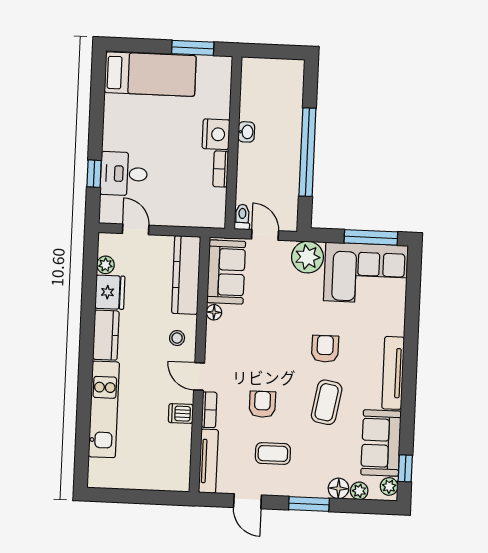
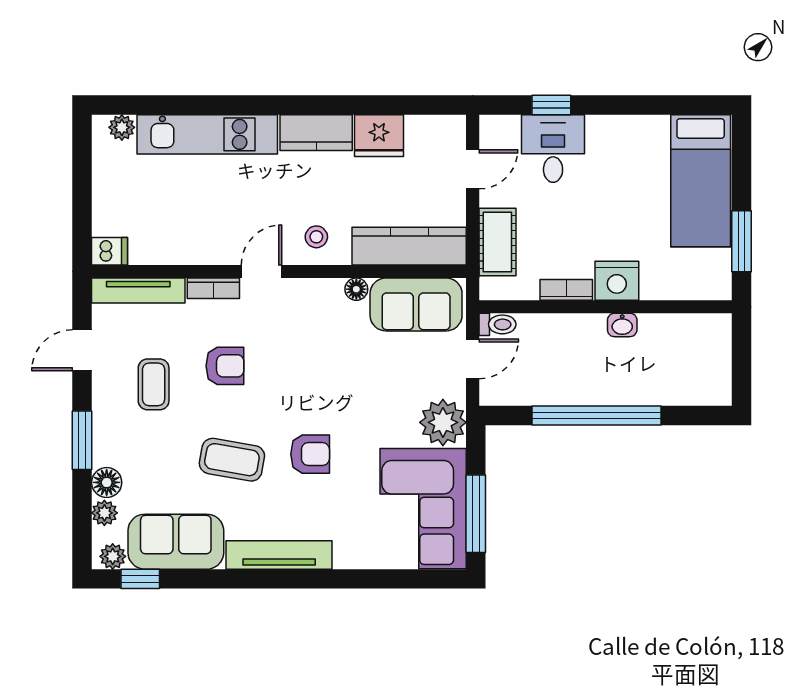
cot: (186, 215) -> (497, 242), added
plant: (105, 265) -> (122, 127), moved
dishwasher: (181, 414) -> (110, 251), moved, turned 90

